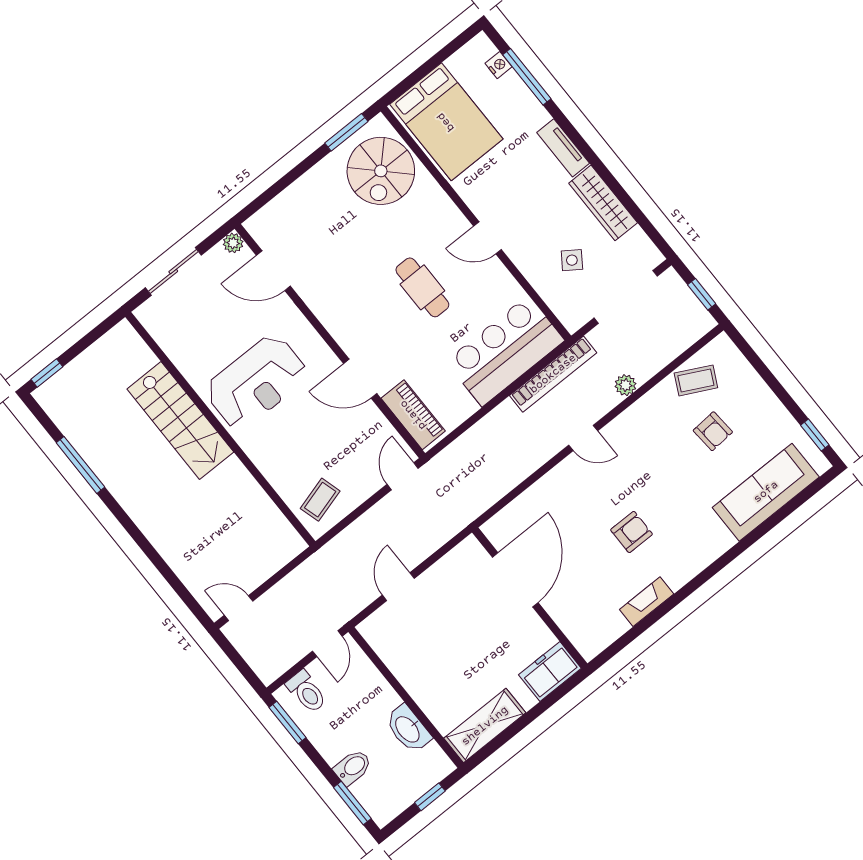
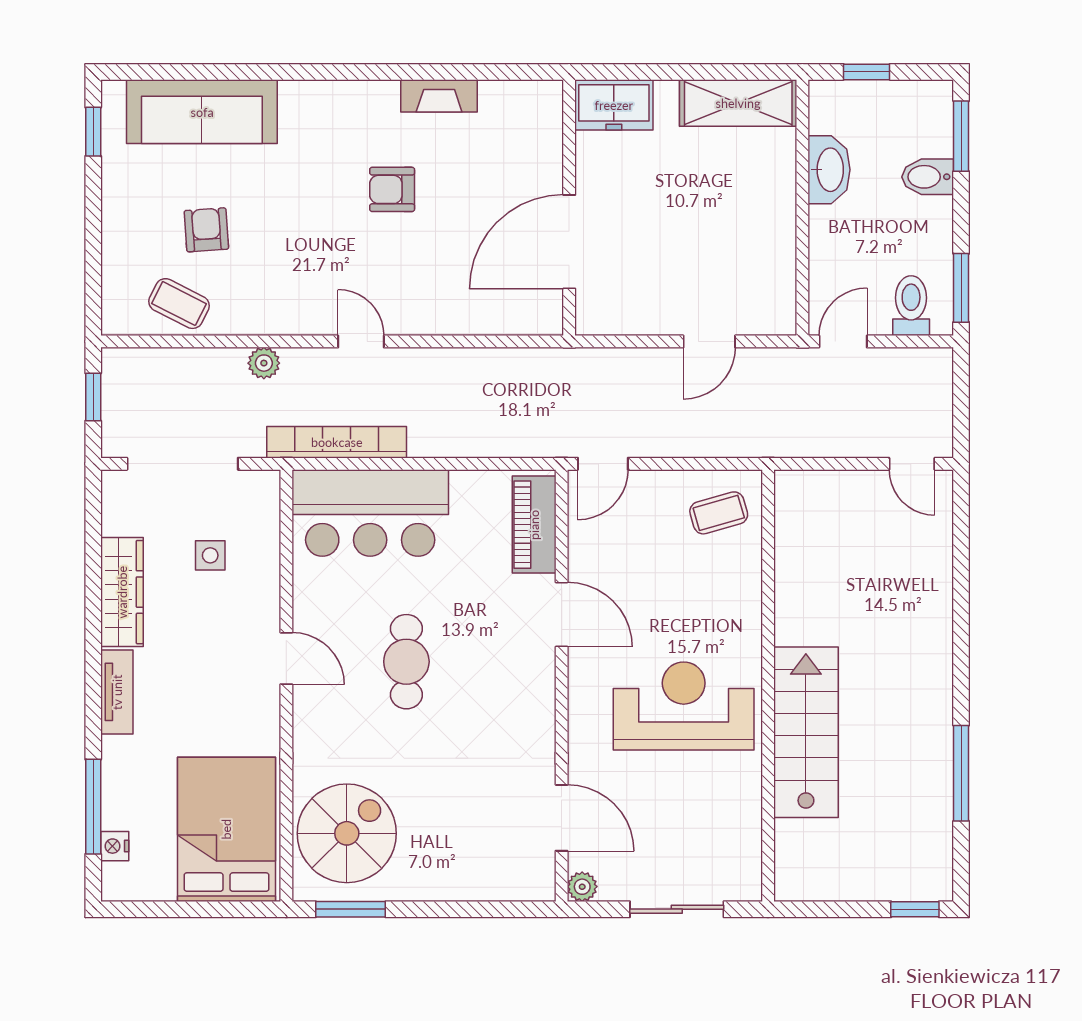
side table: (572, 260) -> (210, 555), turned -35

